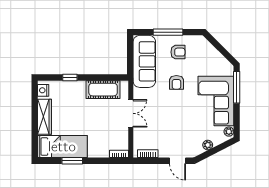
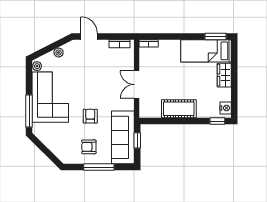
window: (130, 58) -> (137, 140), added
window: (70, 77) -> (217, 121), moved
cot: (103, 90) -> (179, 109), moved
wardrobe: (45, 117) -> (224, 75), width x0.67
window: (72, 161) -> (216, 36), moved

